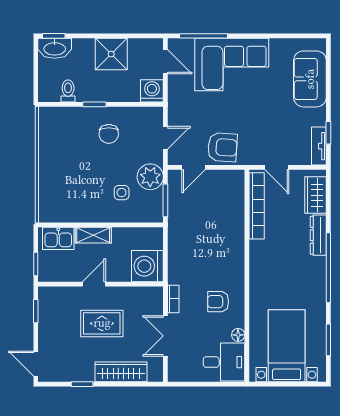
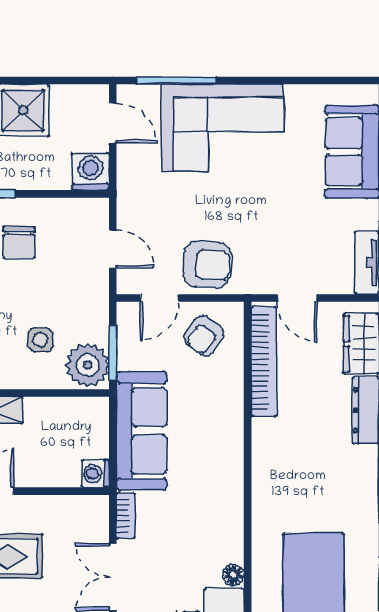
door: (165, 138) -> (113, 249), hinge flipped
plant: (150, 177) -> (88, 365), moved
sofa: (183, 248) -> (142, 431), added
washing machine: (147, 266) -> (95, 474), width x0.53, depth x0.53
armchair: (218, 302) -> (204, 336), moved, turned -53

